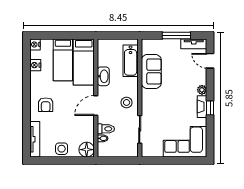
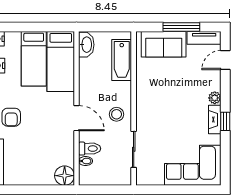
door: (210, 61) -> (225, 60), hinge flipped
sofa: (151, 72) -> (164, 44), moved, turned 90
washbasin: (103, 76) -> (86, 45), moved
door: (96, 106) -> (76, 118), swing flipped
side table: (62, 149) -> (32, 174), removed

